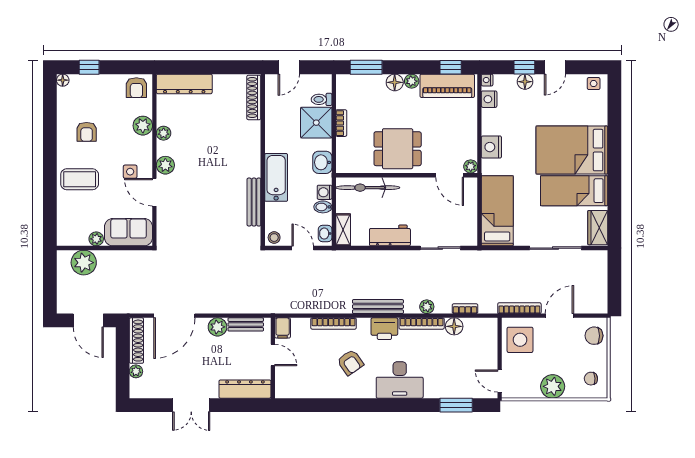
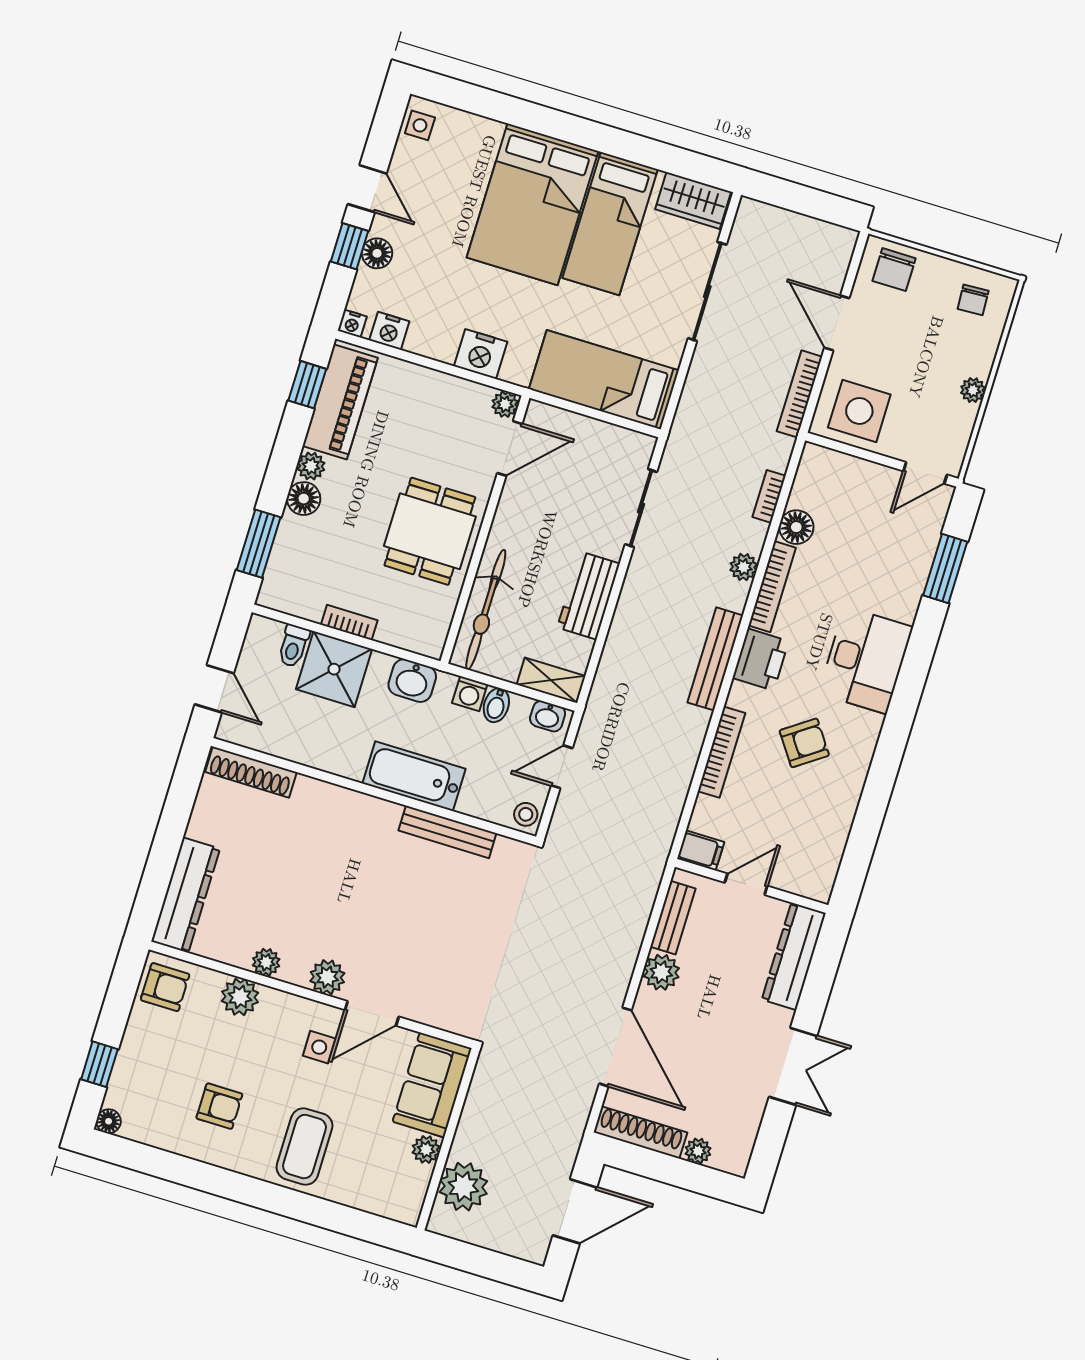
plant: (553, 386) -> (973, 390), width x0.53, depth x0.53

